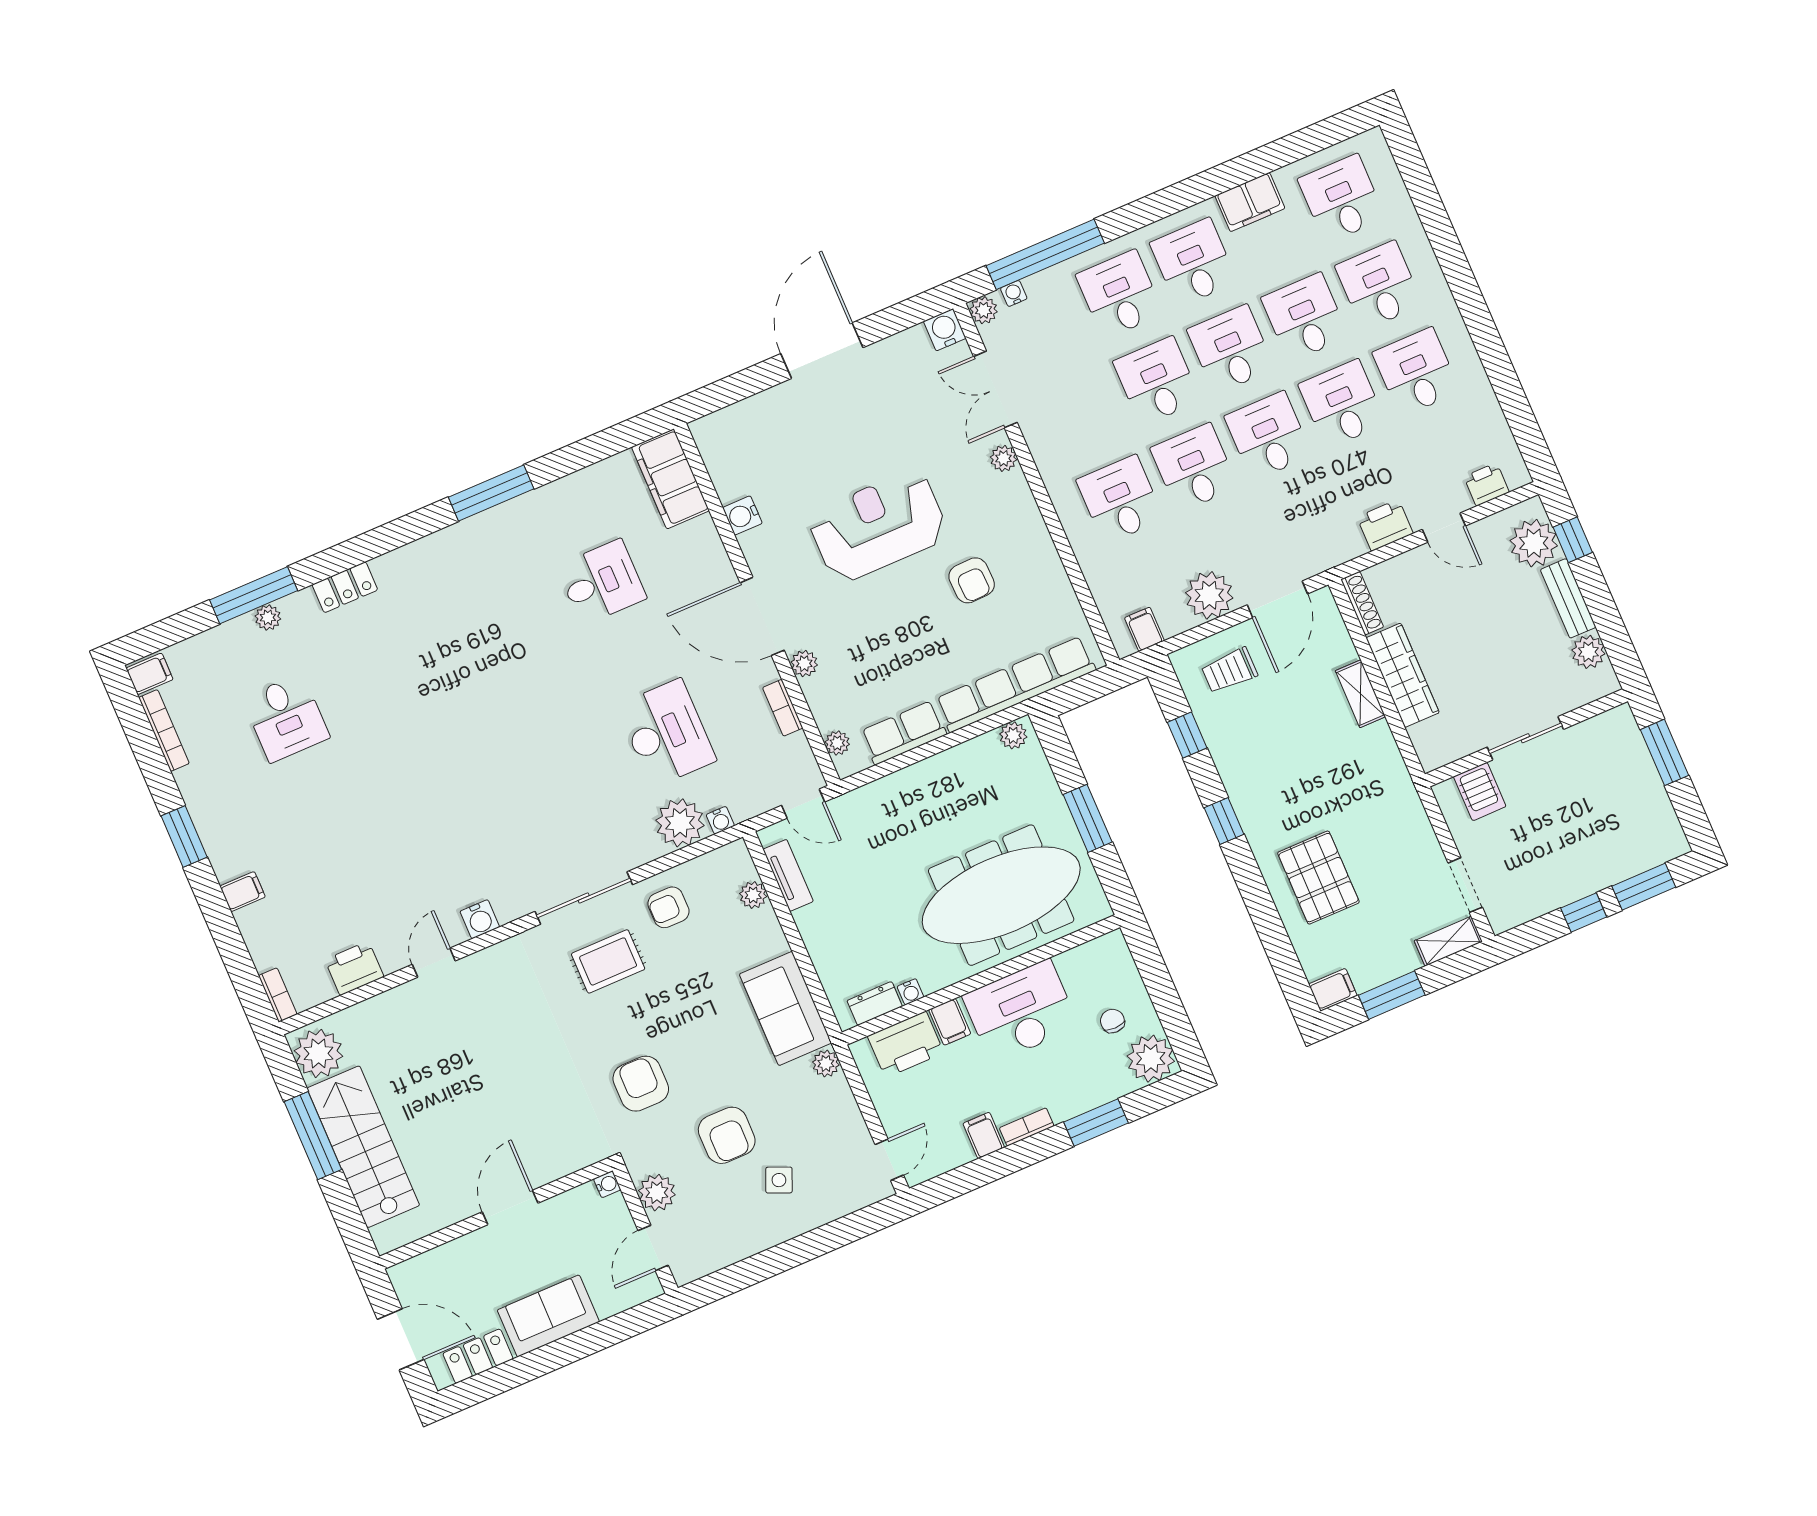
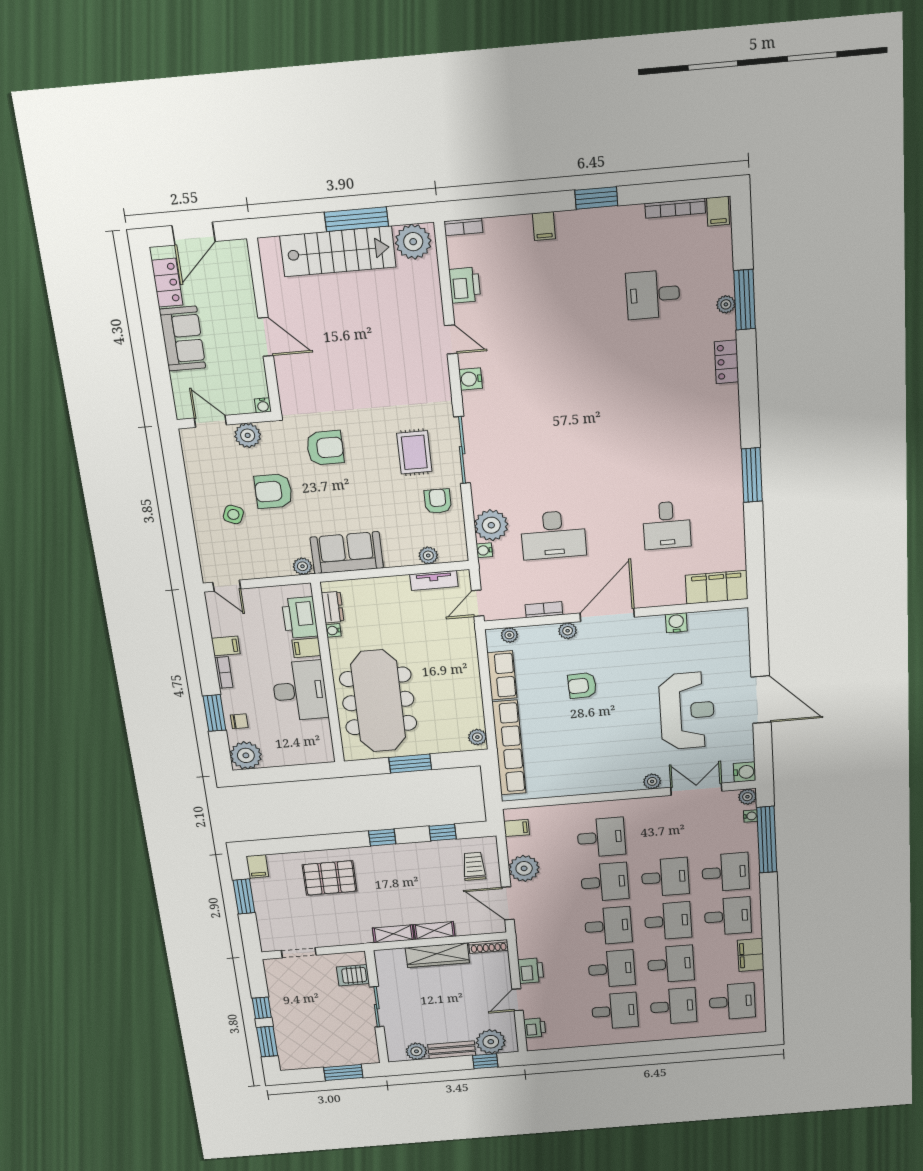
reception desk: (878, 526) -> (687, 711), moved
armchair: (972, 580) -> (582, 686), moved
shelving: (1448, 941) -> (393, 934), moved, turned 90
chair: (1112, 1021) -> (239, 721), moved

